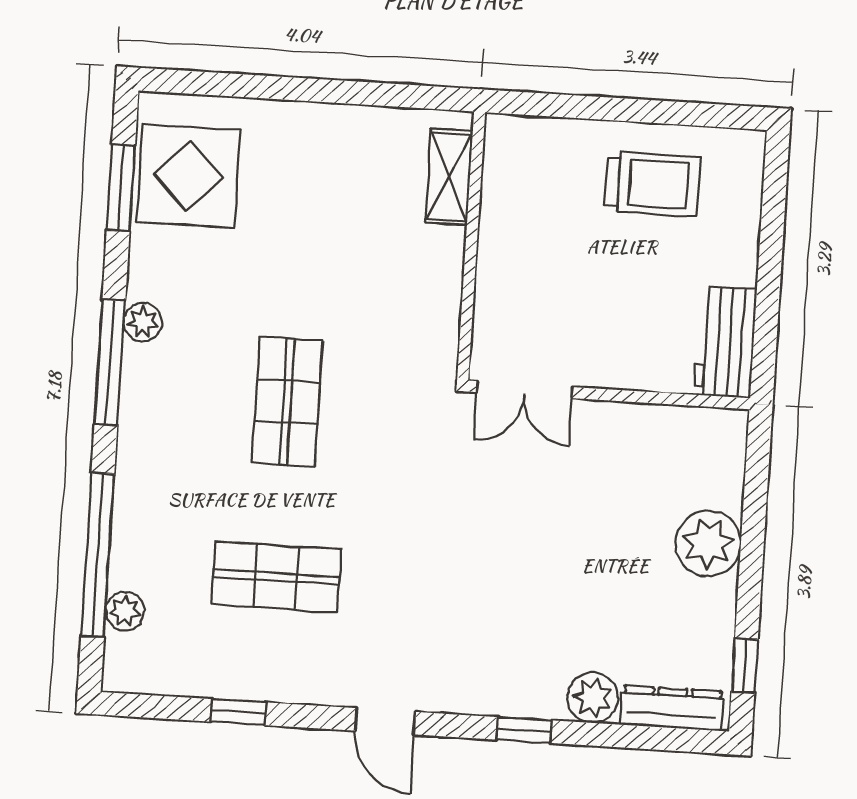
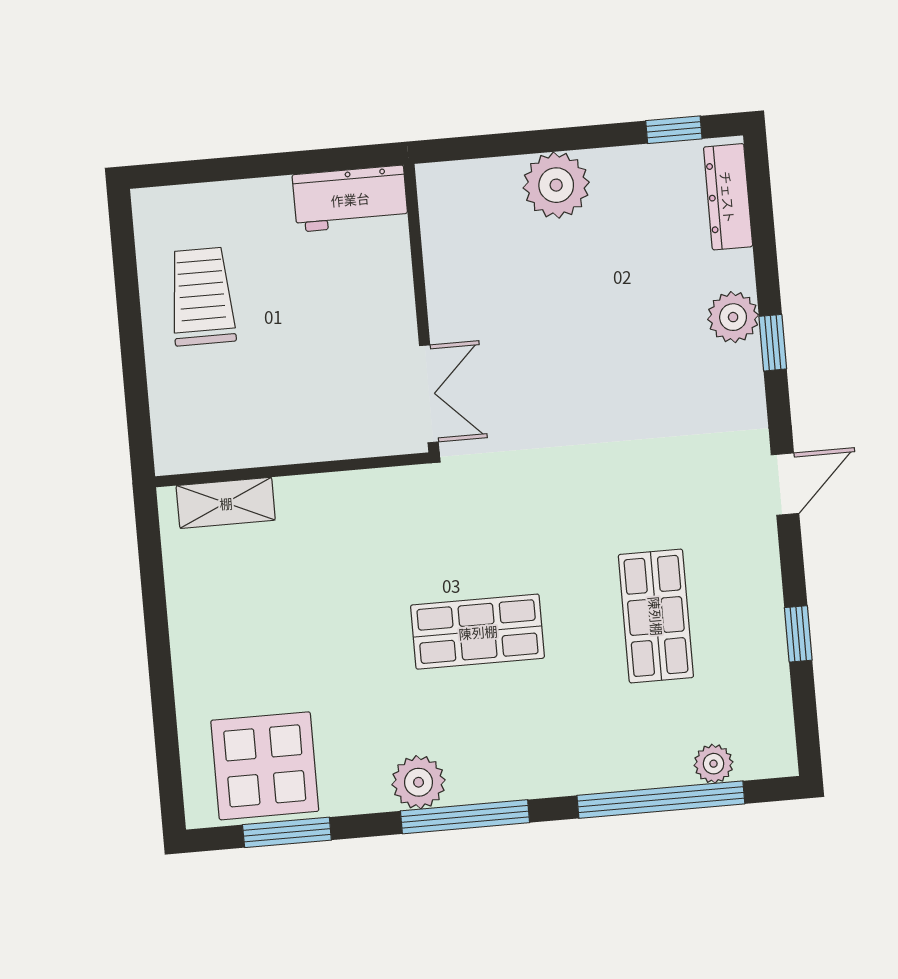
plant: (143, 322) -> (419, 782), width x1.38, depth x1.38
plant: (593, 698) -> (733, 317), moved

